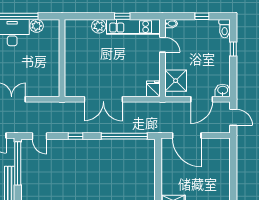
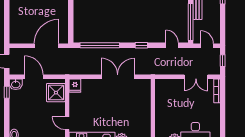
window: (233, 49) -> (7, 92), moved
door: (202, 99) -> (34, 77), hinge flipped
door: (187, 136) -> (46, 46), hinge flipped

